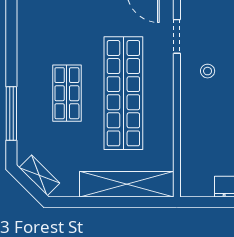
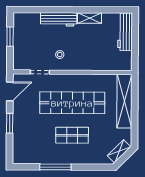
window: (11, 113) -> (55, 167), moved

